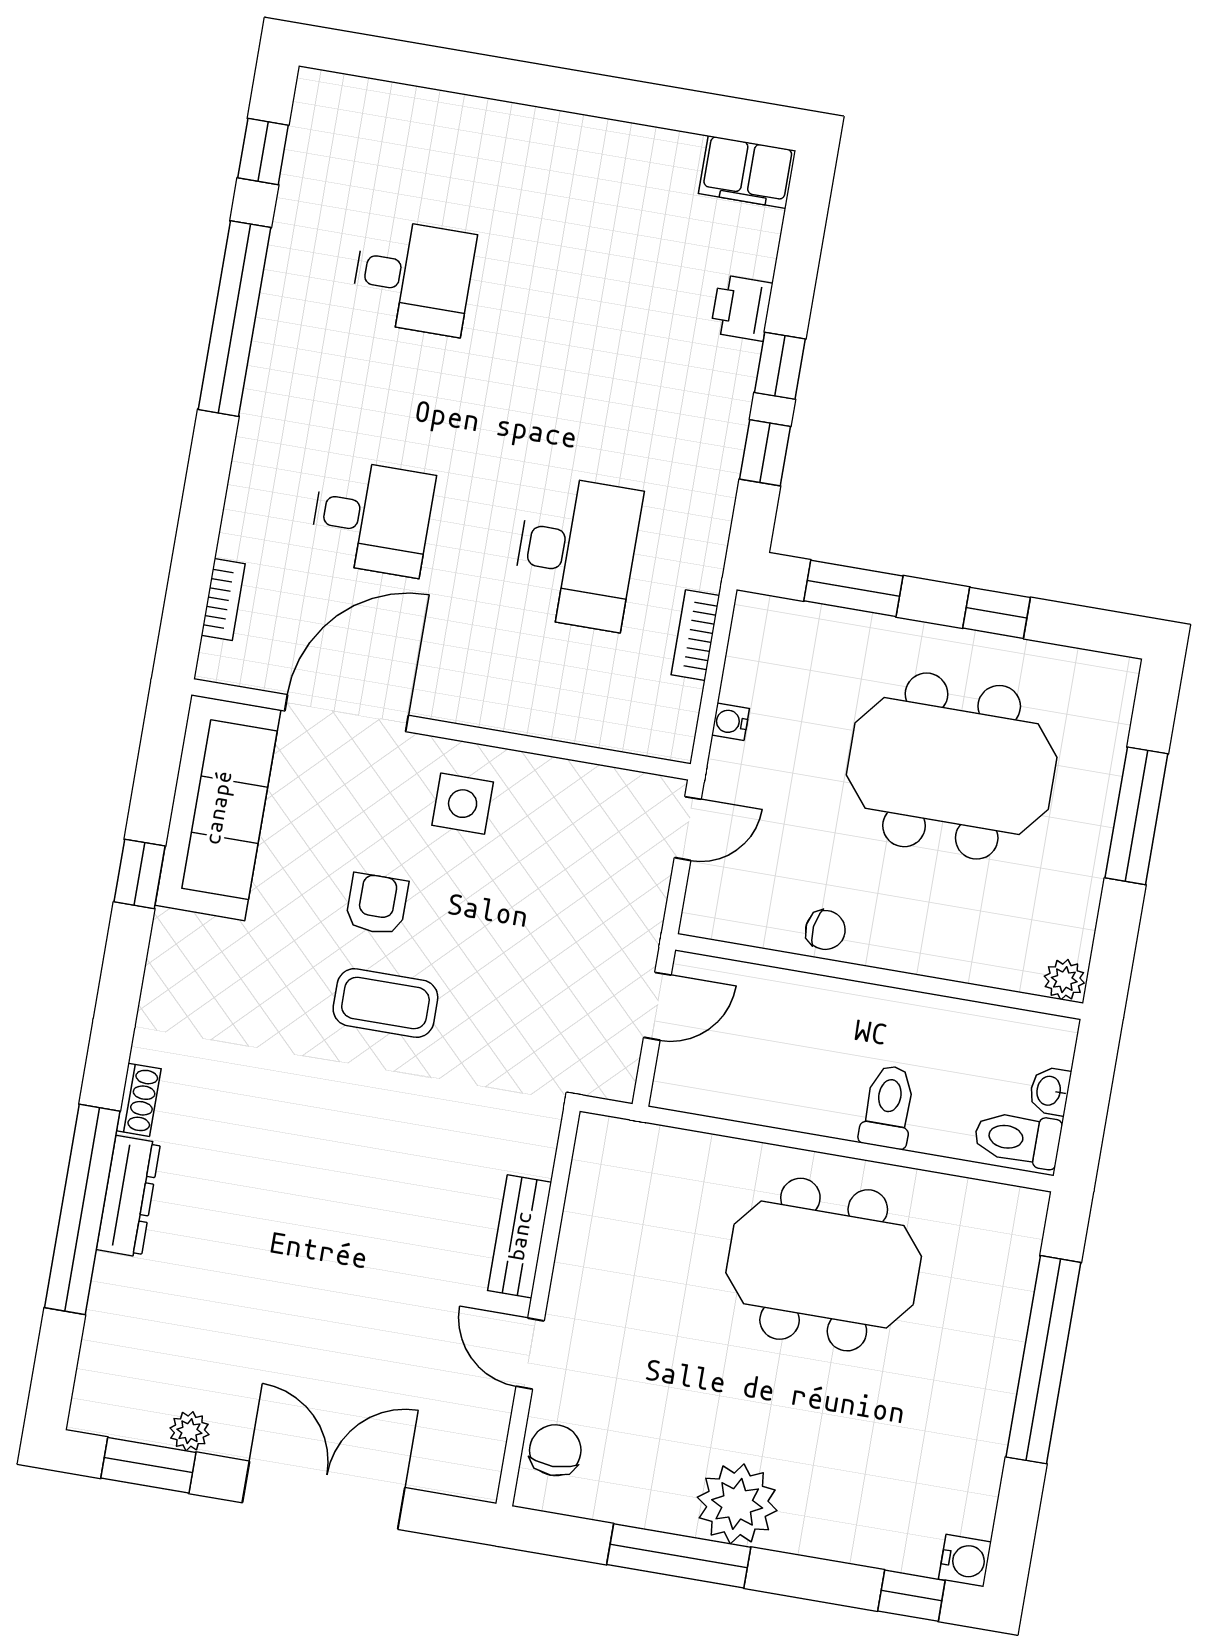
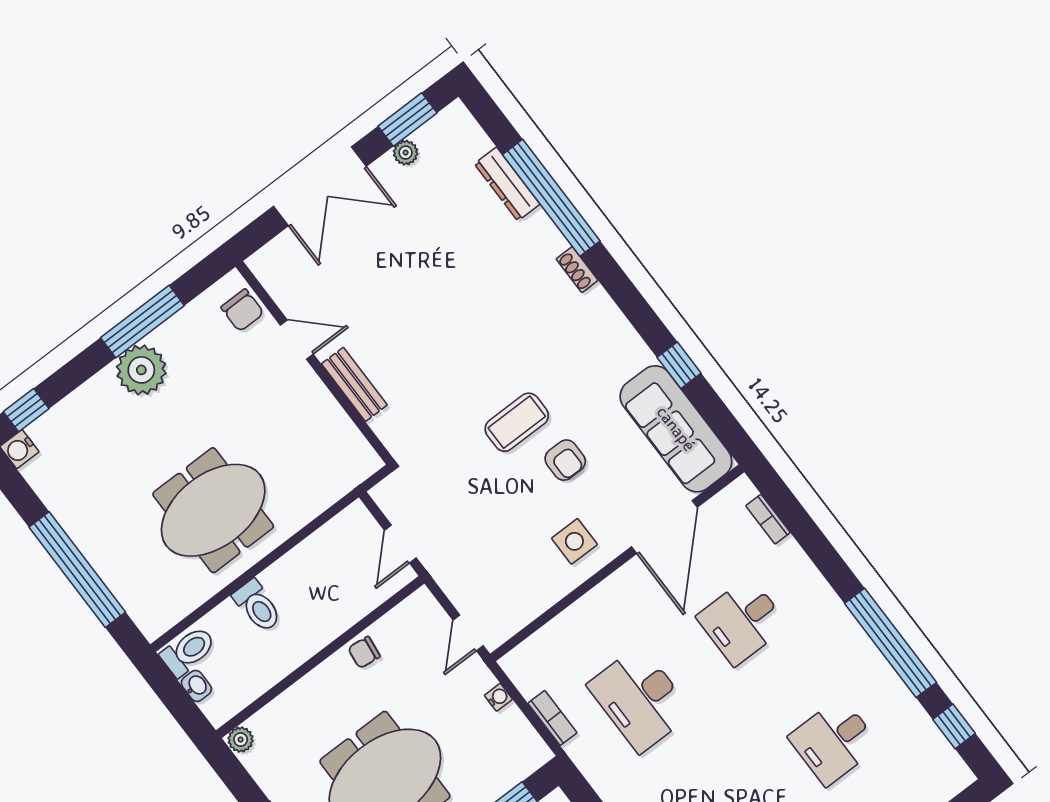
dresser: (128, 1196) -> (507, 184), moved

